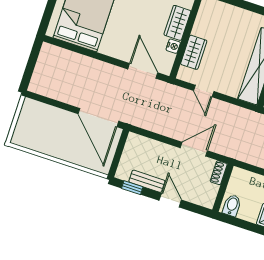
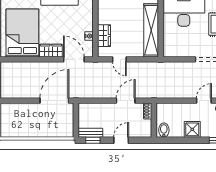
wardrobe: (177, 23) -> (51, 51), moved, turned 90
door: (98, 118) -> (54, 101), swing flipped
bench: (147, 181) -> (90, 133), moved
door: (170, 200) -> (121, 140), hinge flipped

